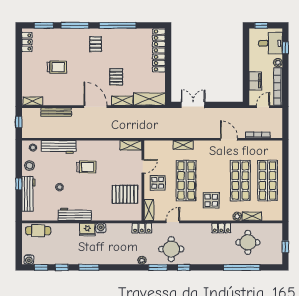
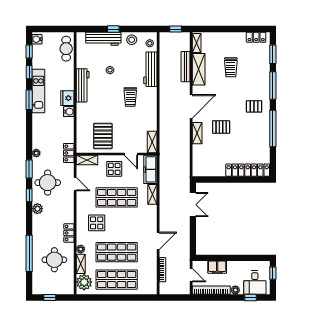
shelving: (149, 99) -> (199, 69), moved
freezer: (158, 147) -> (150, 169), added
plant: (270, 213) -> (84, 282), added
kitchen unit: (80, 258) -> (38, 91), added
plant: (197, 259) -> (37, 209), added

